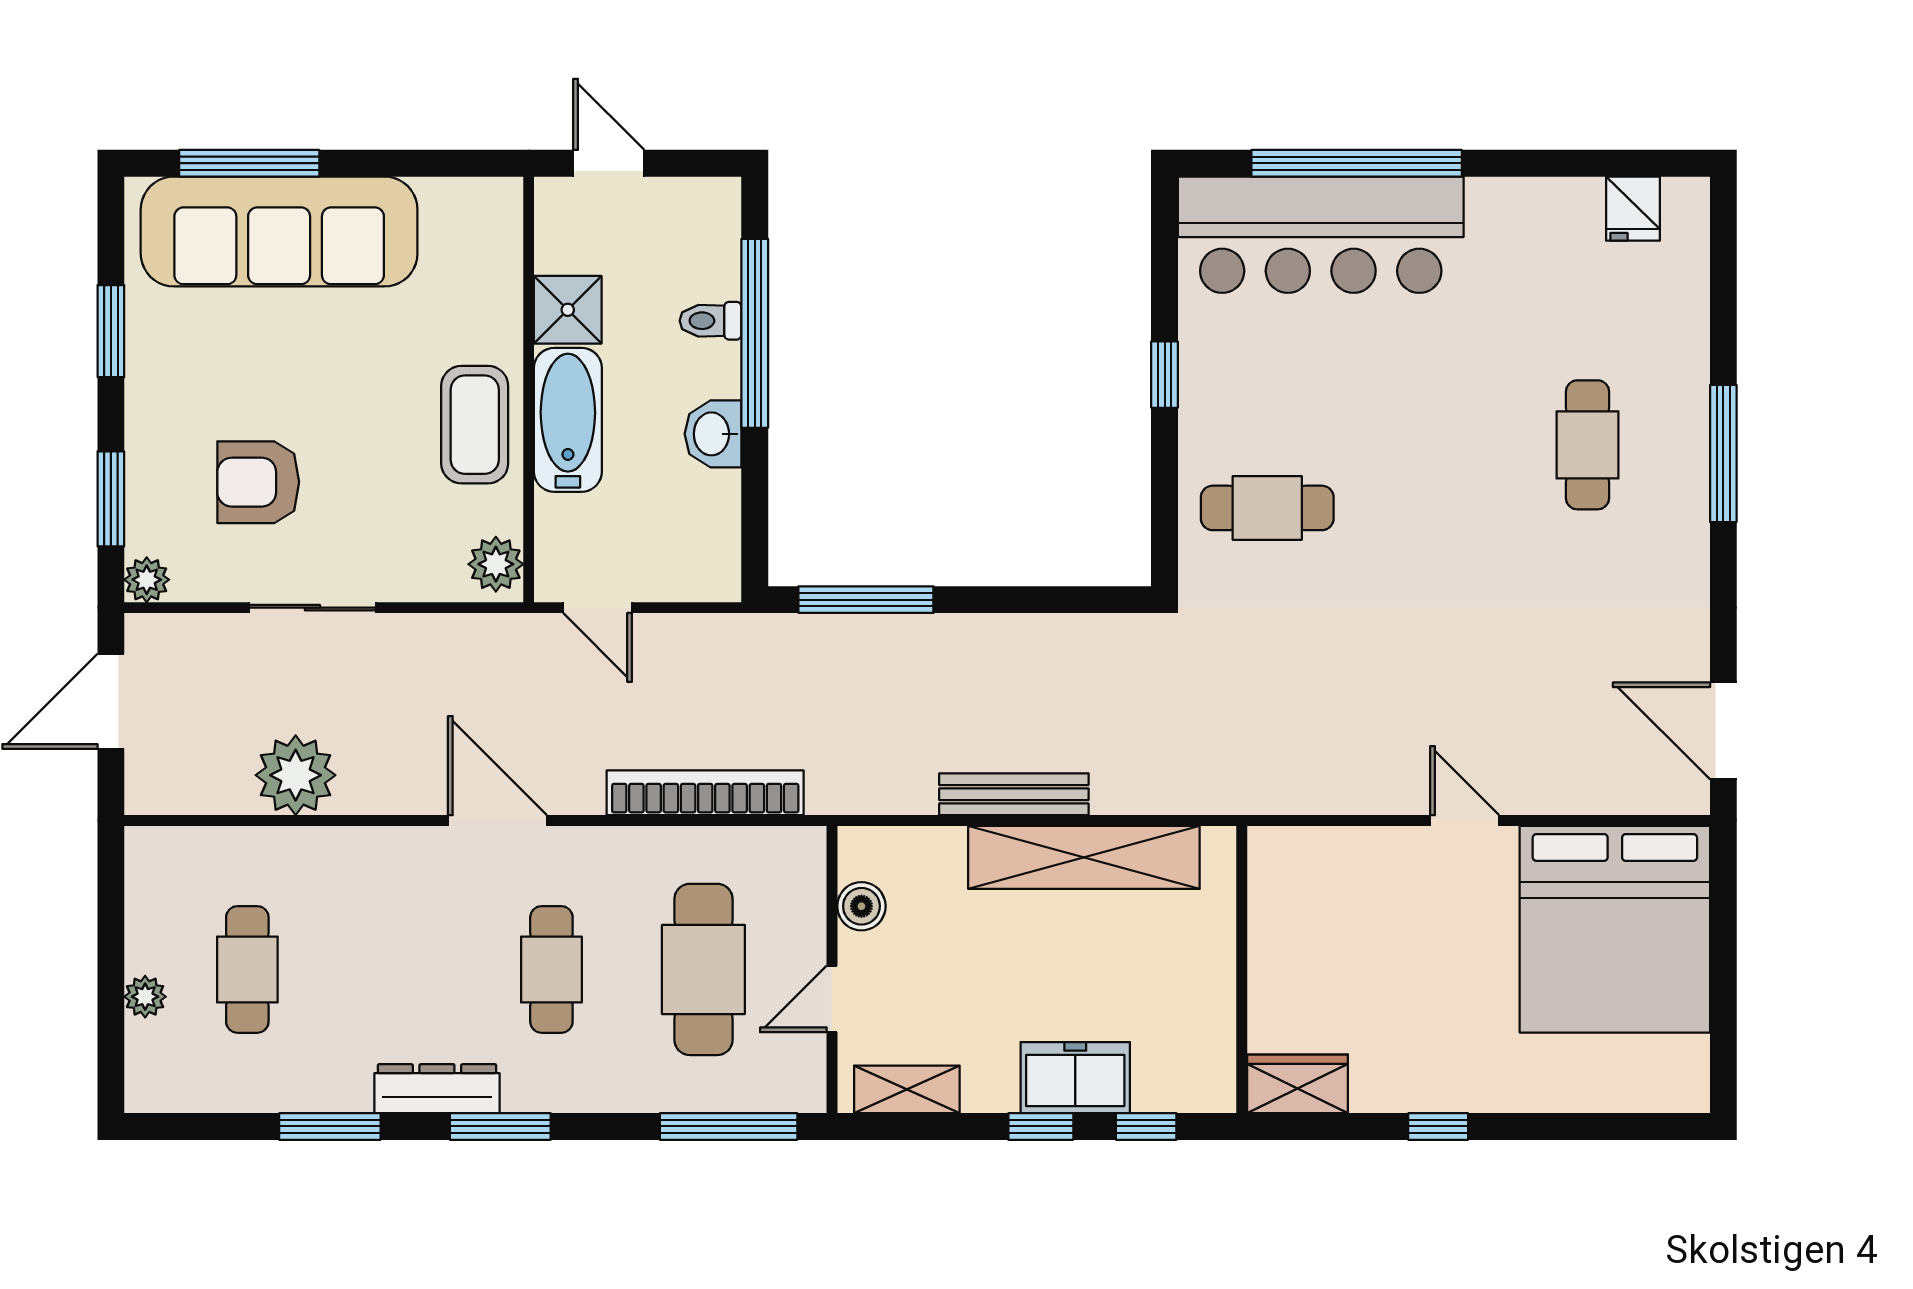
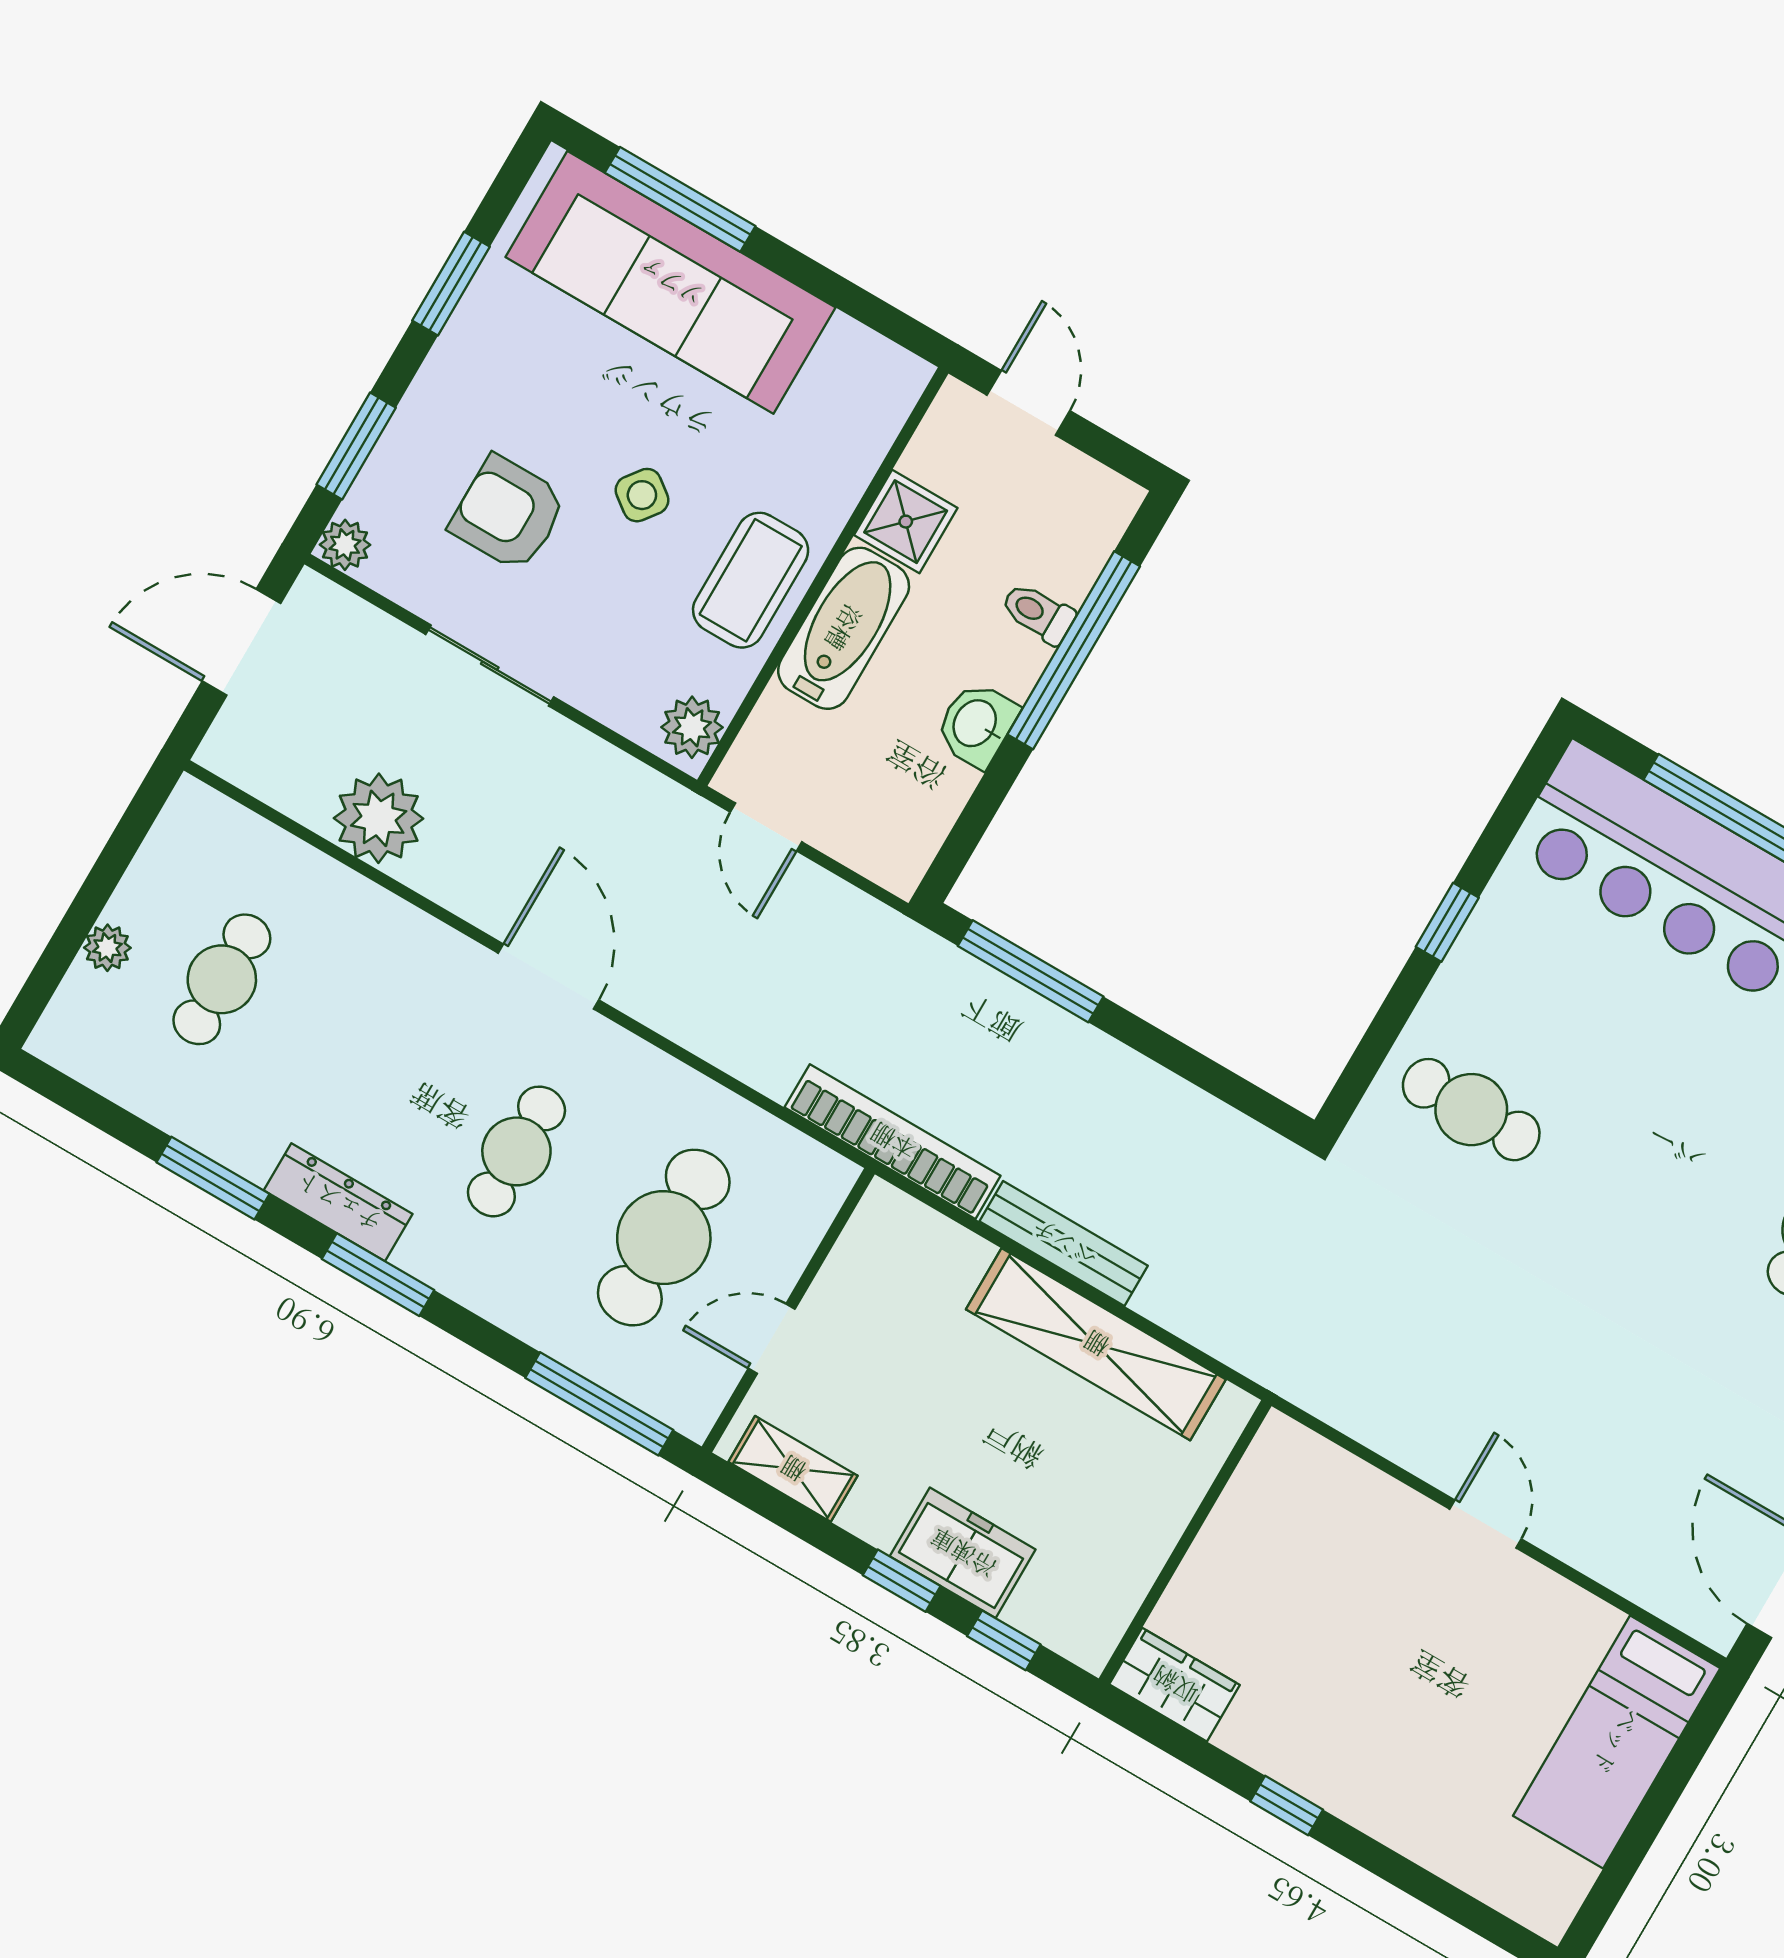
side table: (353, 408) -> (642, 495), added
bookcase: (705, 793) -> (893, 1142), moved
boiler: (861, 906) -> (853, 1266), removed
bed: (1615, 929) -> (1617, 1742), width x0.49

